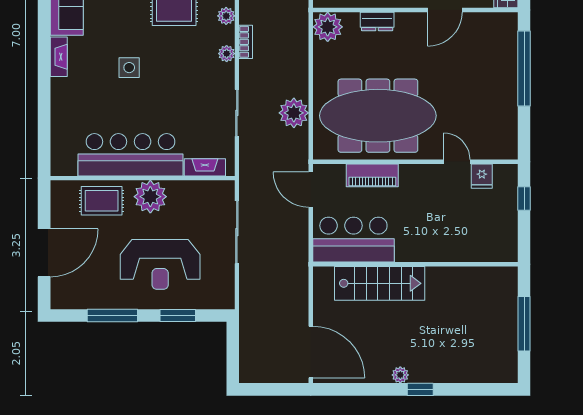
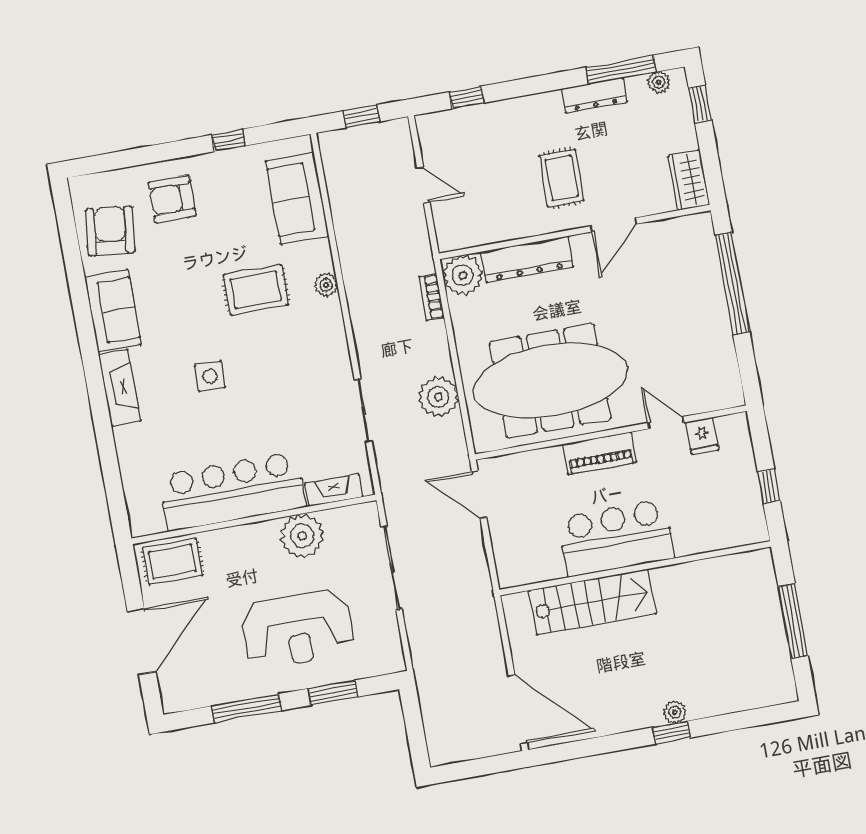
dresser: (377, 21) -> (527, 259), width x1.96, depth x1.24
bookcase: (246, 42) -> (432, 297), moved, turned 180
plant: (227, 54) -> (335, 335), removed
fireplace: (59, 57) -> (120, 388), width x1.37, depth x1.32
piano: (372, 175) -> (600, 453), moved
plant: (150, 197) -> (302, 536), moved
window: (524, 198) -> (769, 486), moved
rug: (102, 201) -> (172, 562), moved
bar counter: (353, 240) -> (616, 538), moved
plant: (400, 375) -> (675, 712), moved

